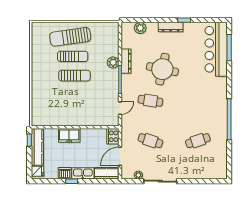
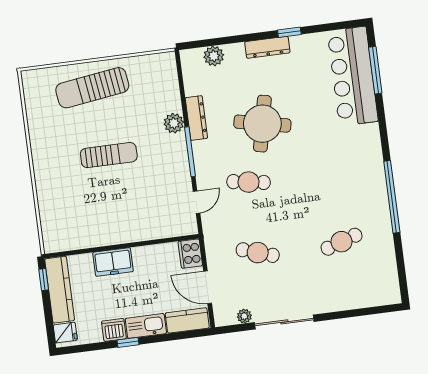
sun lounger: (73, 56) -> (101, 122), removed
door: (120, 156) -> (208, 287), hinge flipped

